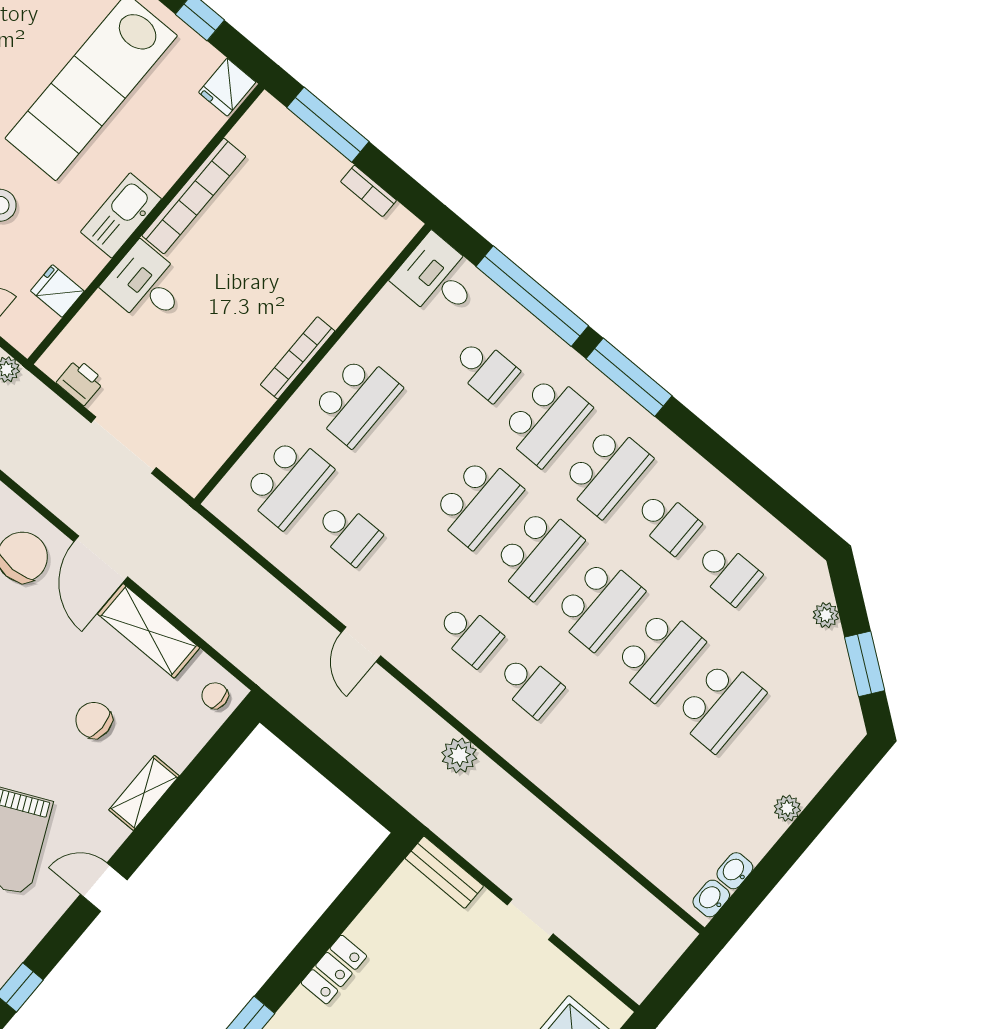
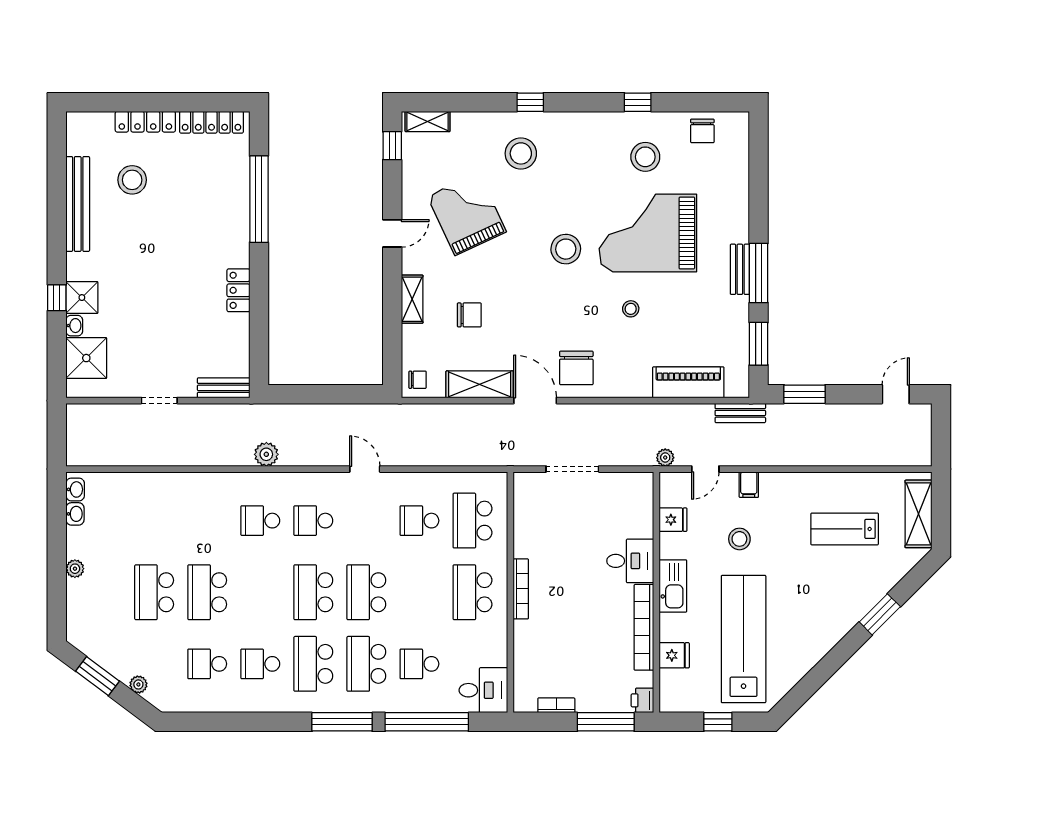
fridge: (227, 87) -> (674, 655), moved, turned 90
printer: (80, 382) -> (642, 700), moved, turned 90
school desk: (598, 604) -> (260, 592), removed

